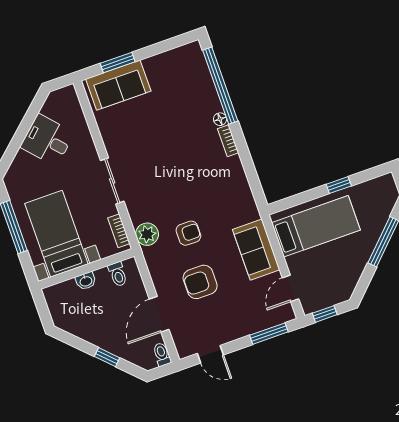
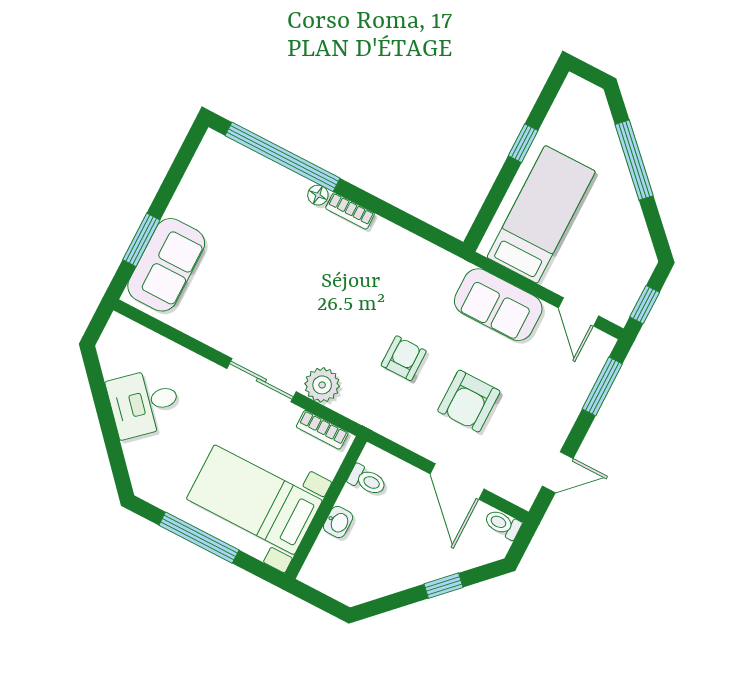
plant: (147, 234) -> (322, 385), moved

